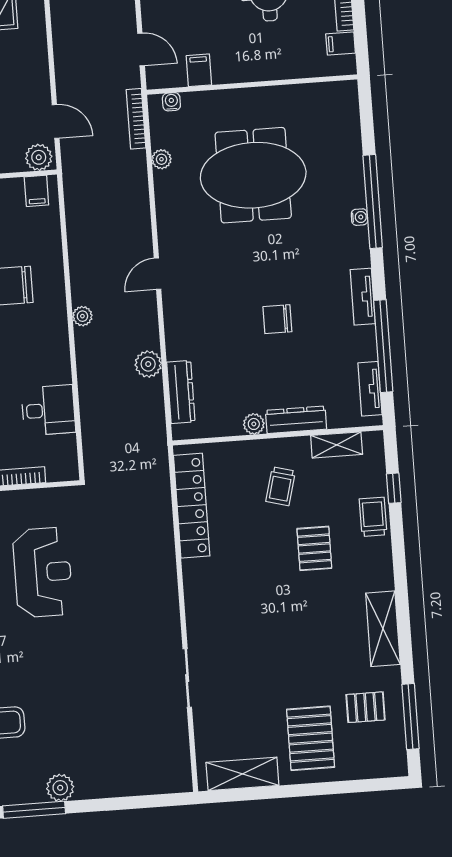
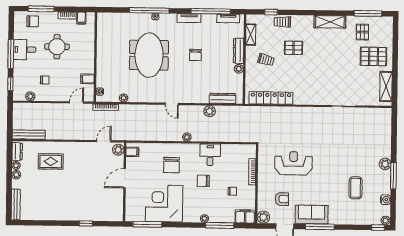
meeting table: (253, 175) -> (149, 55), moved
desk: (48, 410) -> (210, 155), moved

